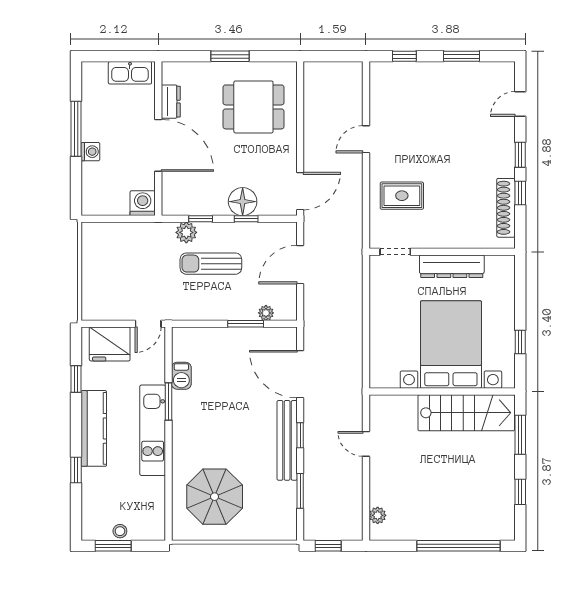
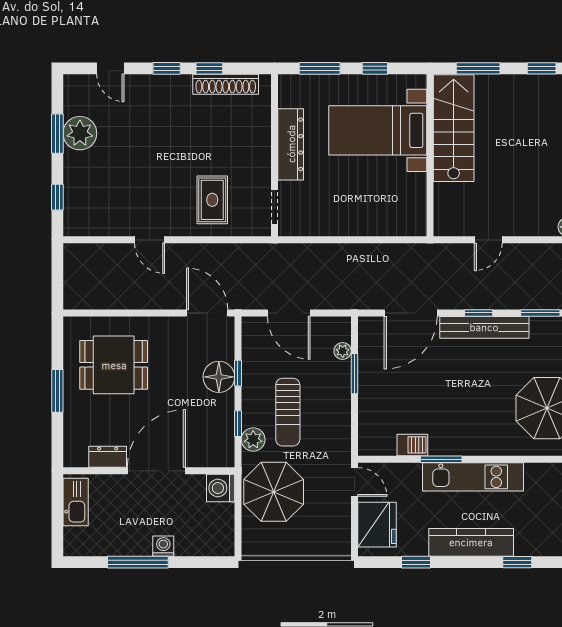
plant: (462, 77) -> (80, 133), added
dining table: (253, 107) -> (114, 365), turned 90
parasol: (139, 251) -> (274, 492), added
window: (520, 292) -> (320, 68), added
bed with nightstands: (451, 344) -> (378, 130), width x0.73

